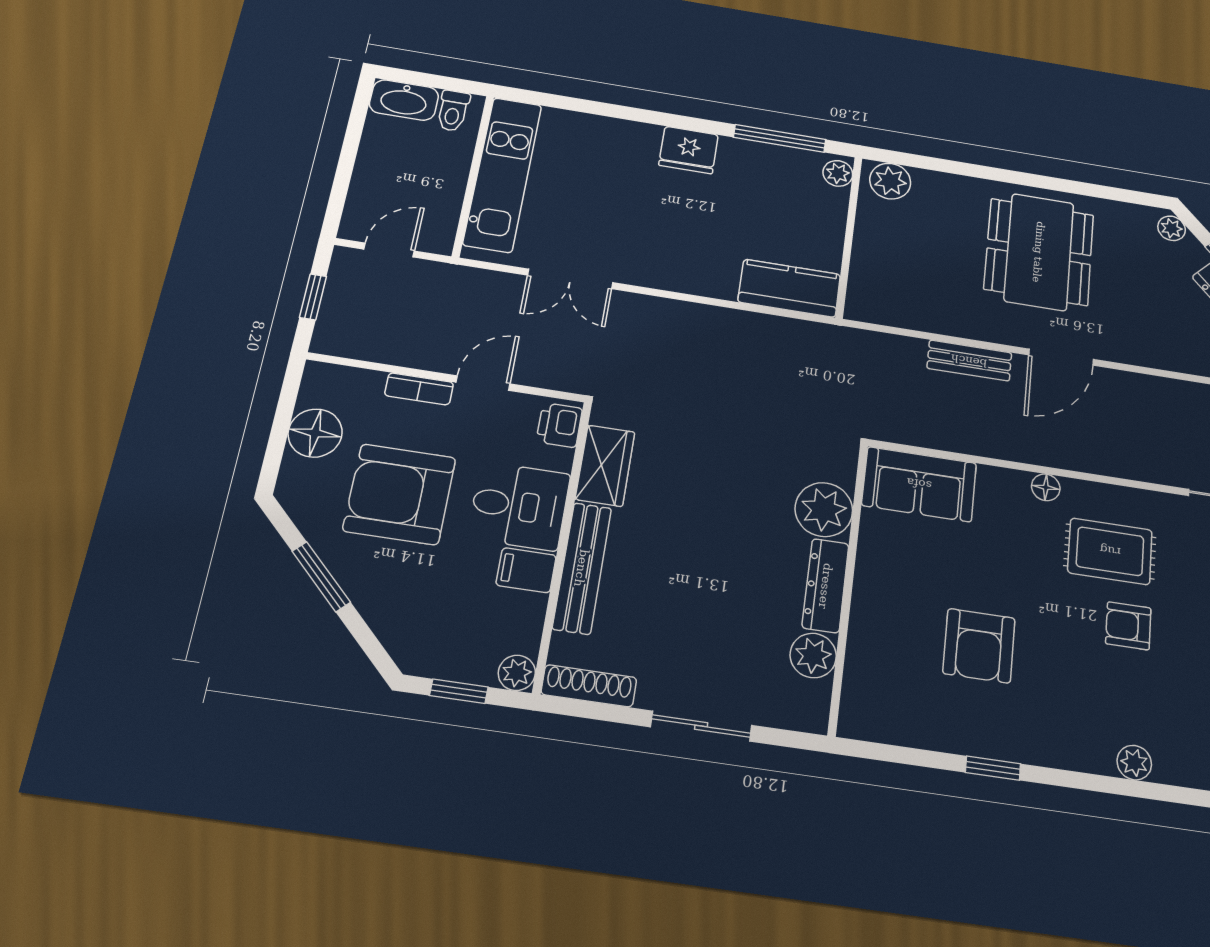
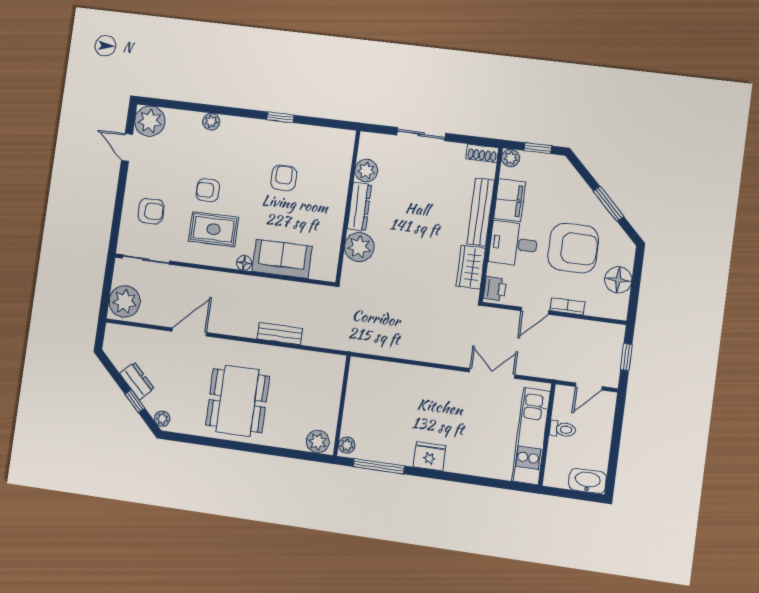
toilet: (453, 111) -> (563, 429), moved, turned 90
kitchen counter: (789, 288) -> (375, 373), removed
door: (1061, 357) -> (189, 332), moved
sofa: (919, 484) -> (282, 259), moved
filing cabinet: (526, 570) -> (510, 200), width x2.00
armchair: (1128, 626) -> (208, 190), turned 180
armchair: (979, 646) -> (284, 178), width x0.72, depth x0.72
shoe rack: (589, 686) -> (482, 153), width x0.70

